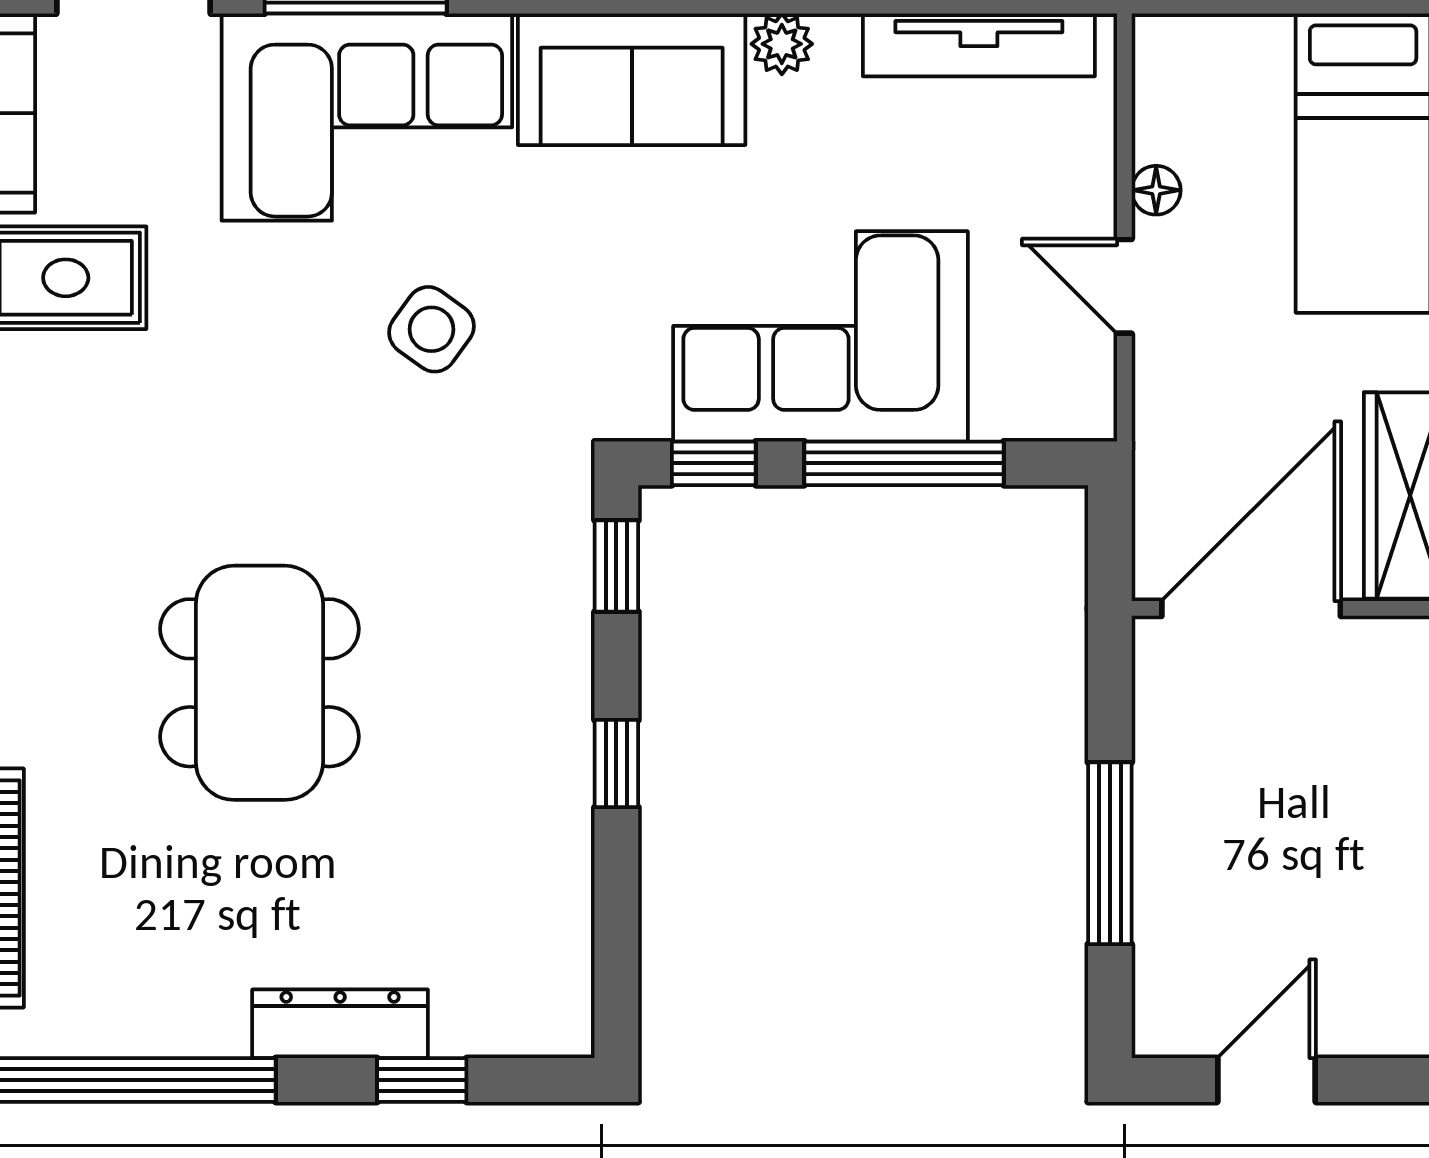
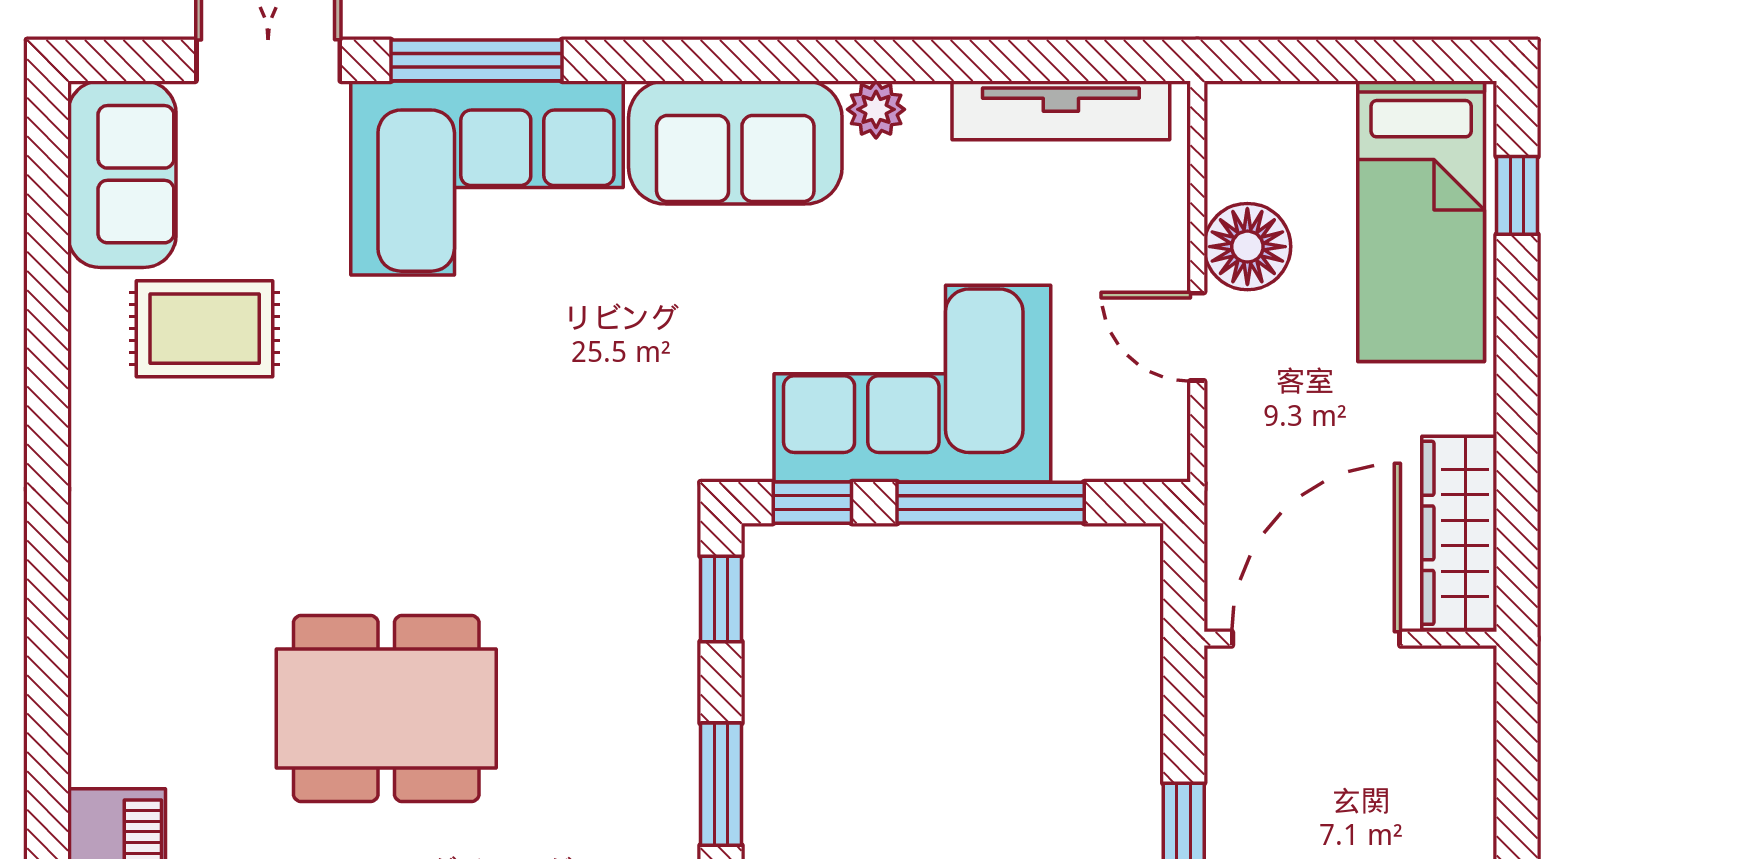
floor lamp: (1156, 190) -> (1247, 247), width x1.89, depth x1.89
side table: (432, 329) -> (548, 377), removed
dining table: (259, 683) -> (386, 708), turned 90
window: (616, 764) -> (721, 784), width x1.50

